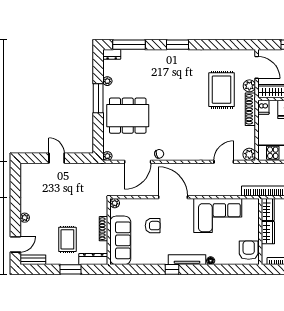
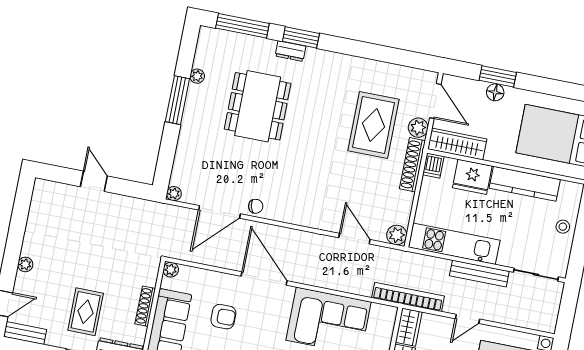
window: (178, 45) -> (301, 37), moved
dresser: (112, 54) -> (291, 51), moved
dining table: (128, 116) -> (258, 106), moved, turned 90
door: (224, 162) -> (354, 239), hinge flipped

